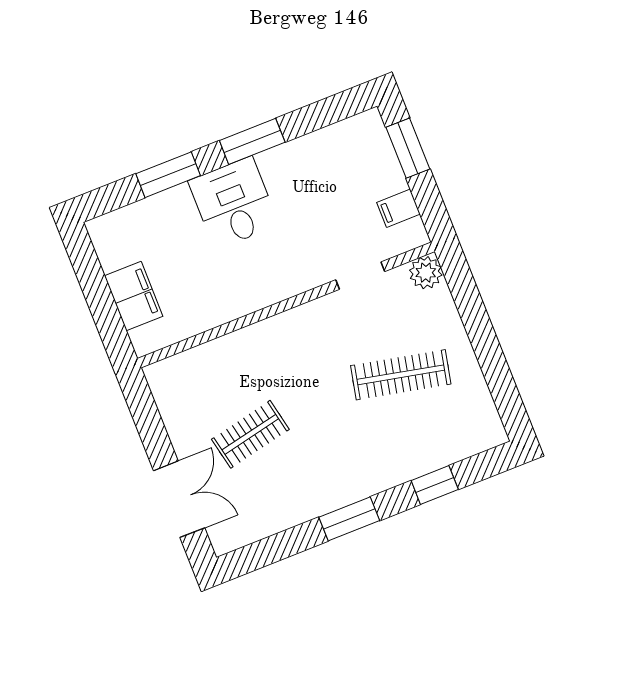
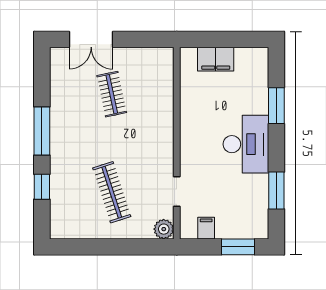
window: (252, 141) -> (276, 190), moved
desk: (233, 203) -> (246, 144), width x1.37
clothes rail: (401, 375) -> (112, 192), turned -30
window: (349, 519) -> (42, 131), width x1.44

